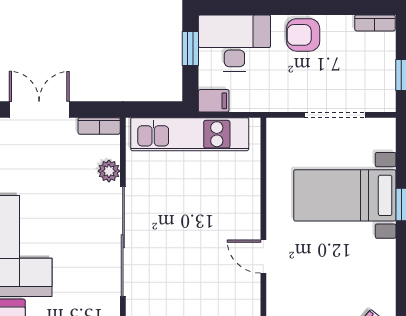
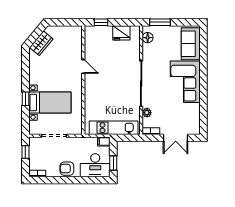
armchair: (303, 35) -> (67, 169), turned 180
door: (263, 257) -> (83, 66), moved

